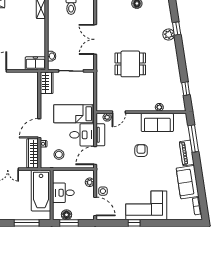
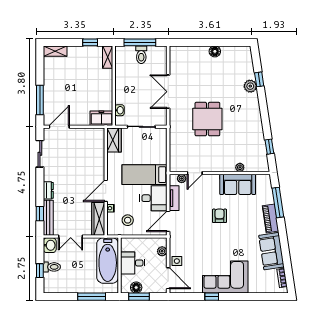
dining table: (130, 64) -> (207, 119), turned 90

